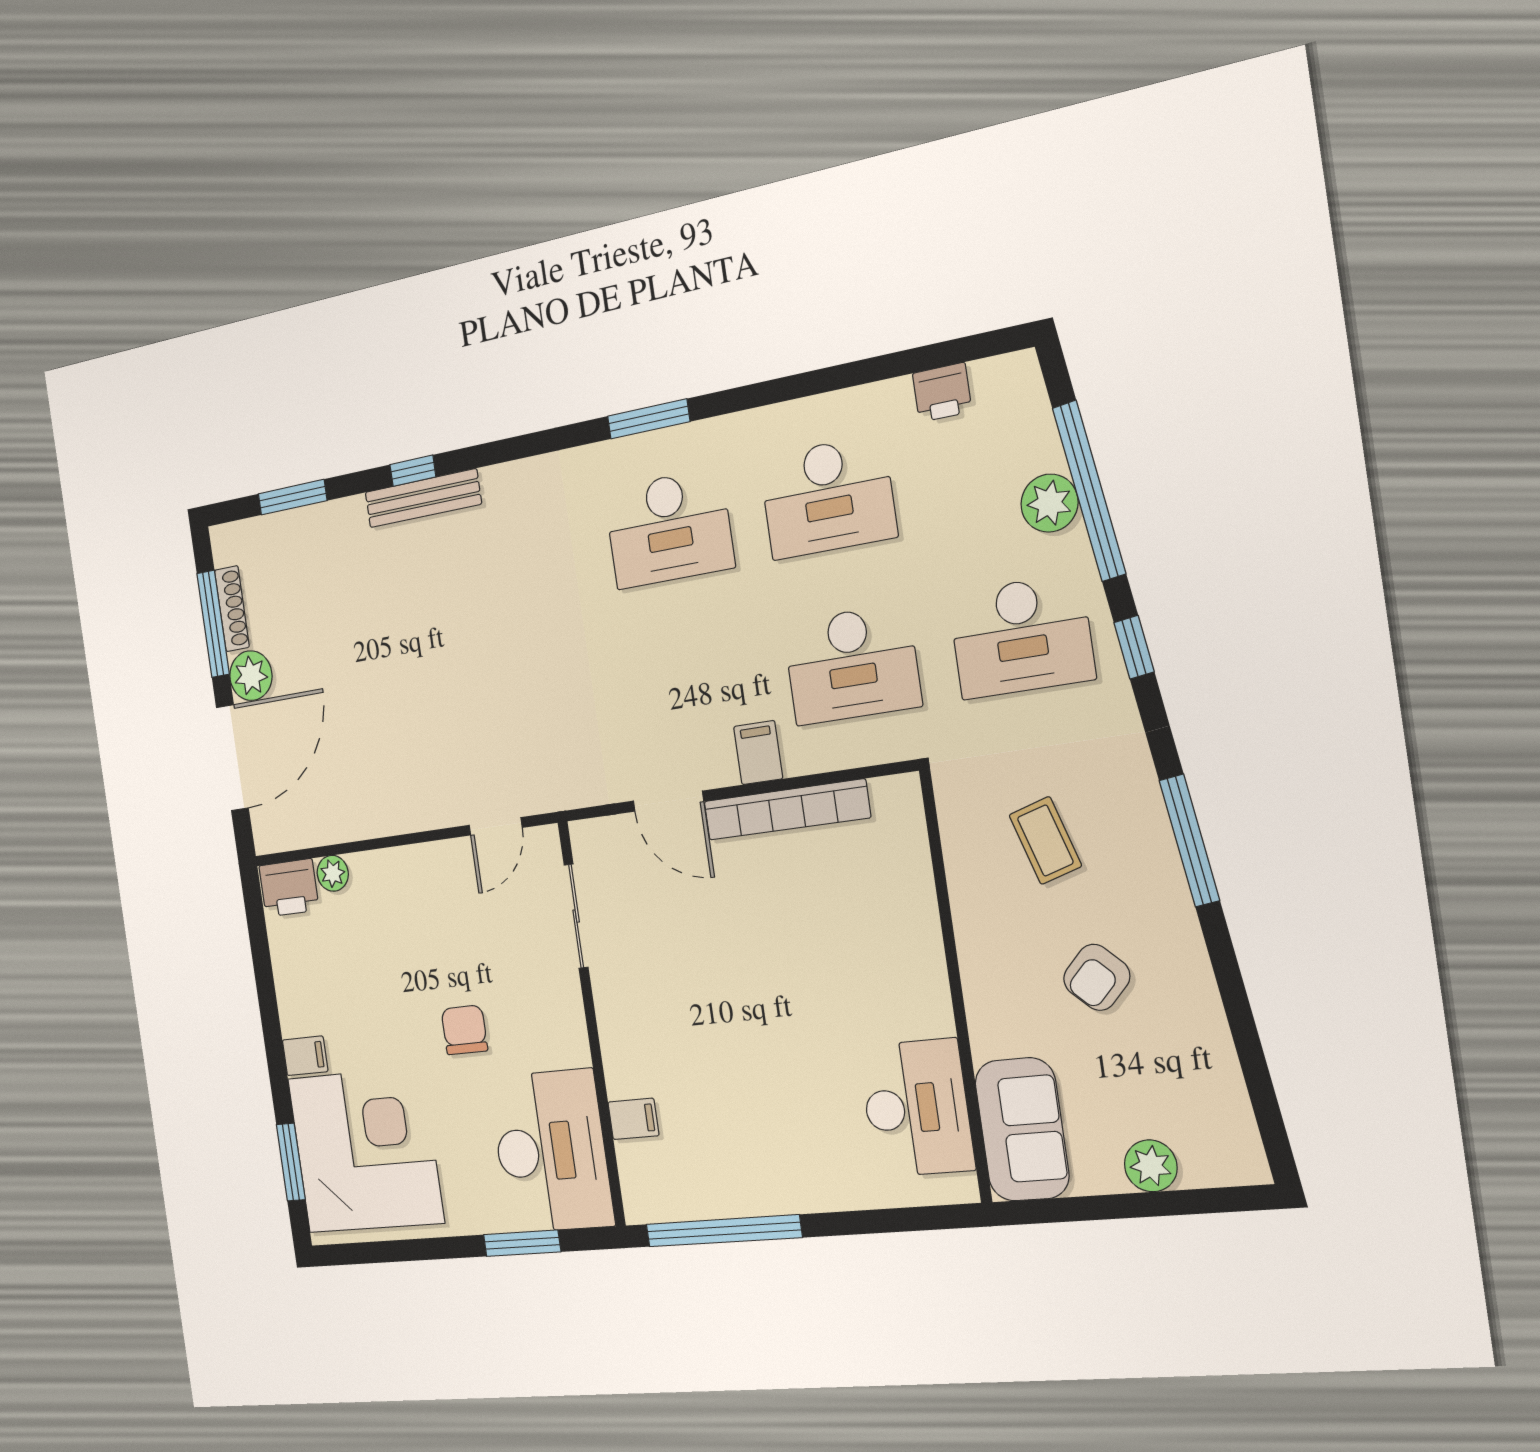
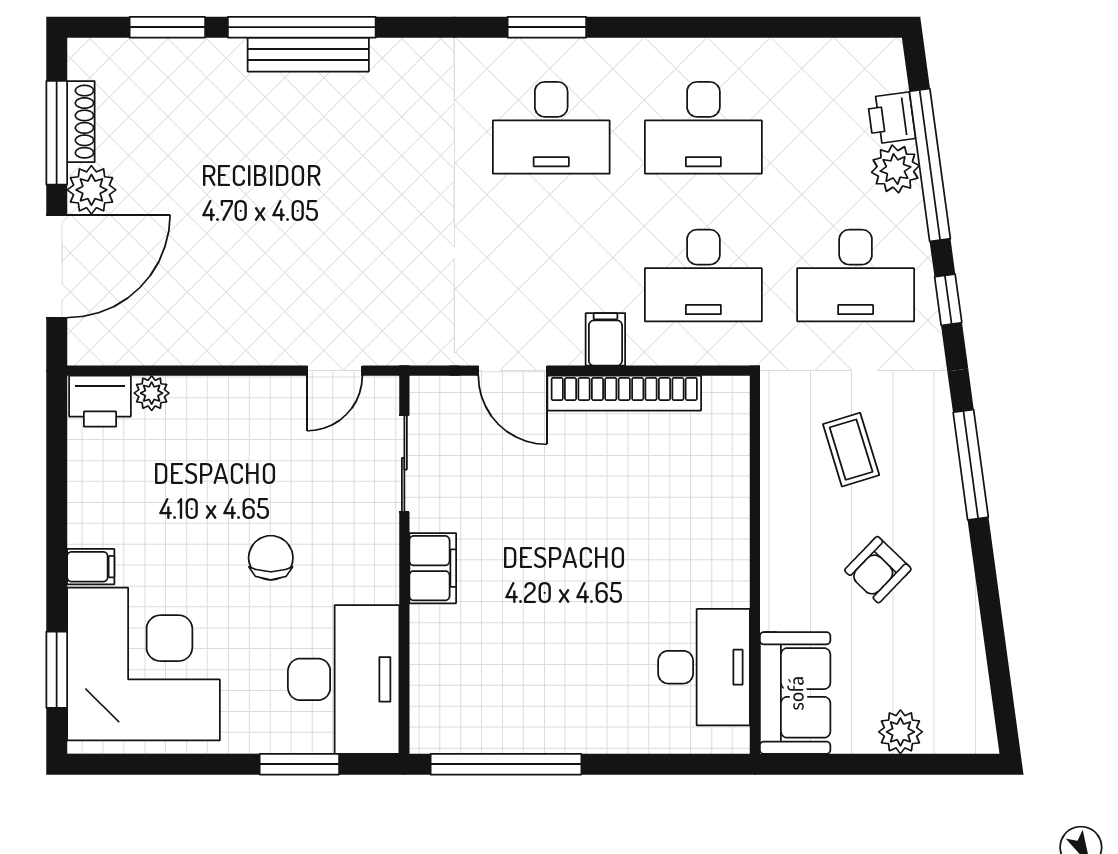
printer: (942, 392) -> (891, 118), moved, turned 82
window: (413, 471) -> (302, 27), width x3.17
filing cabinet: (633, 1119) -> (433, 568), moved, width x2.00

